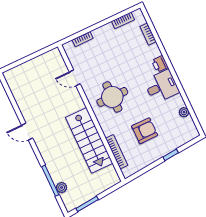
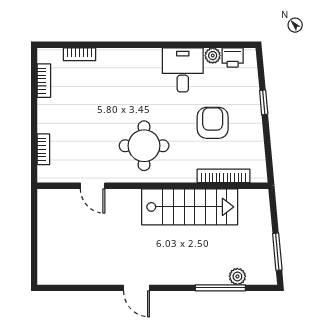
printer: (160, 64) -> (233, 57), moved
door: (75, 78) -> (93, 186), hinge flipped
desk: (162, 86) -> (183, 70), moved
door: (27, 132) -> (136, 288), hinge flipped

